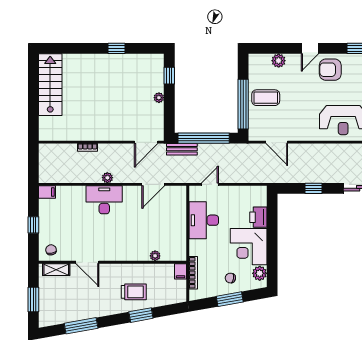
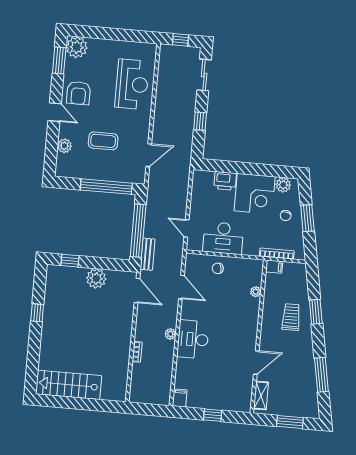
plant: (159, 98) -> (96, 278), width x1.88, depth x1.88
coffee table: (266, 98) -> (103, 141), moved, turned 90
chair: (51, 250) -> (218, 268), moved

